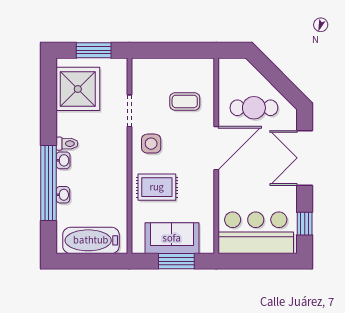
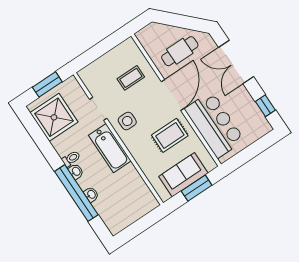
rug: (157, 187) -> (170, 135), moved
bar counter: (256, 233) -> (214, 125), moved, turned 90
bathtub: (91, 240) -> (110, 148), moved, turned -90

